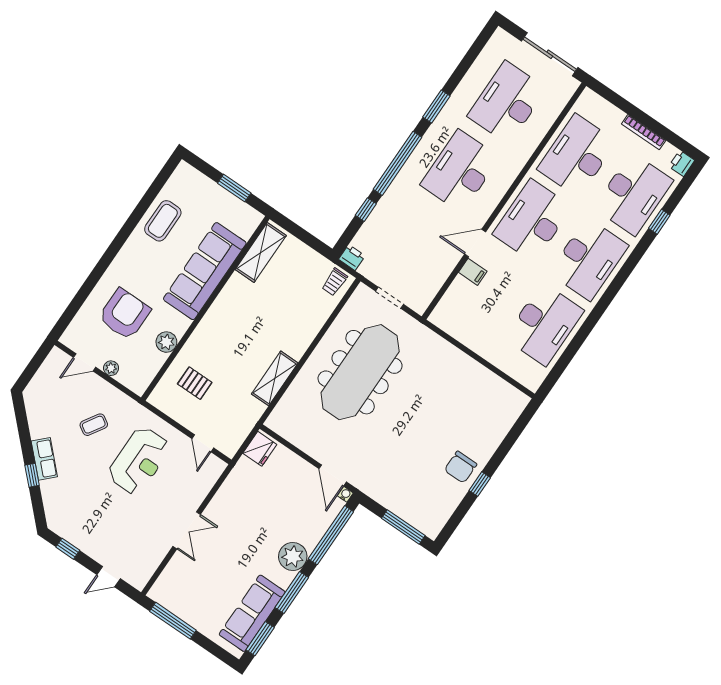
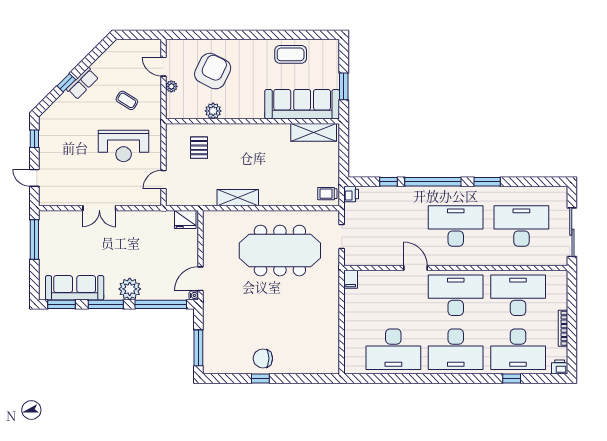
sofa: (205, 271) -> (302, 104), moved
filing cabinet: (473, 272) -> (351, 279), moved
armchair: (124, 314) -> (213, 71), turned -64

